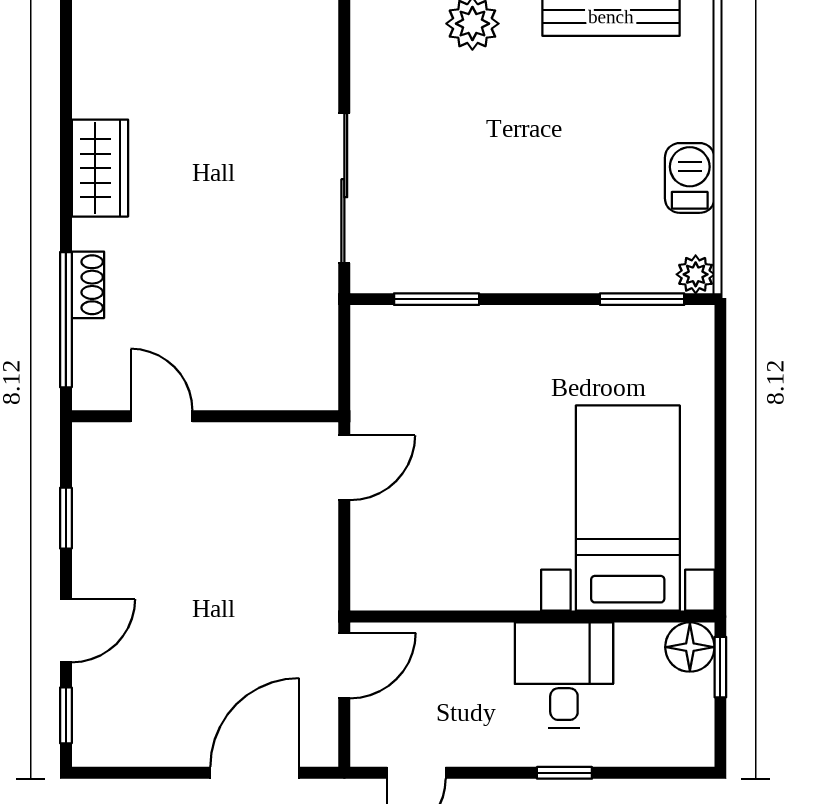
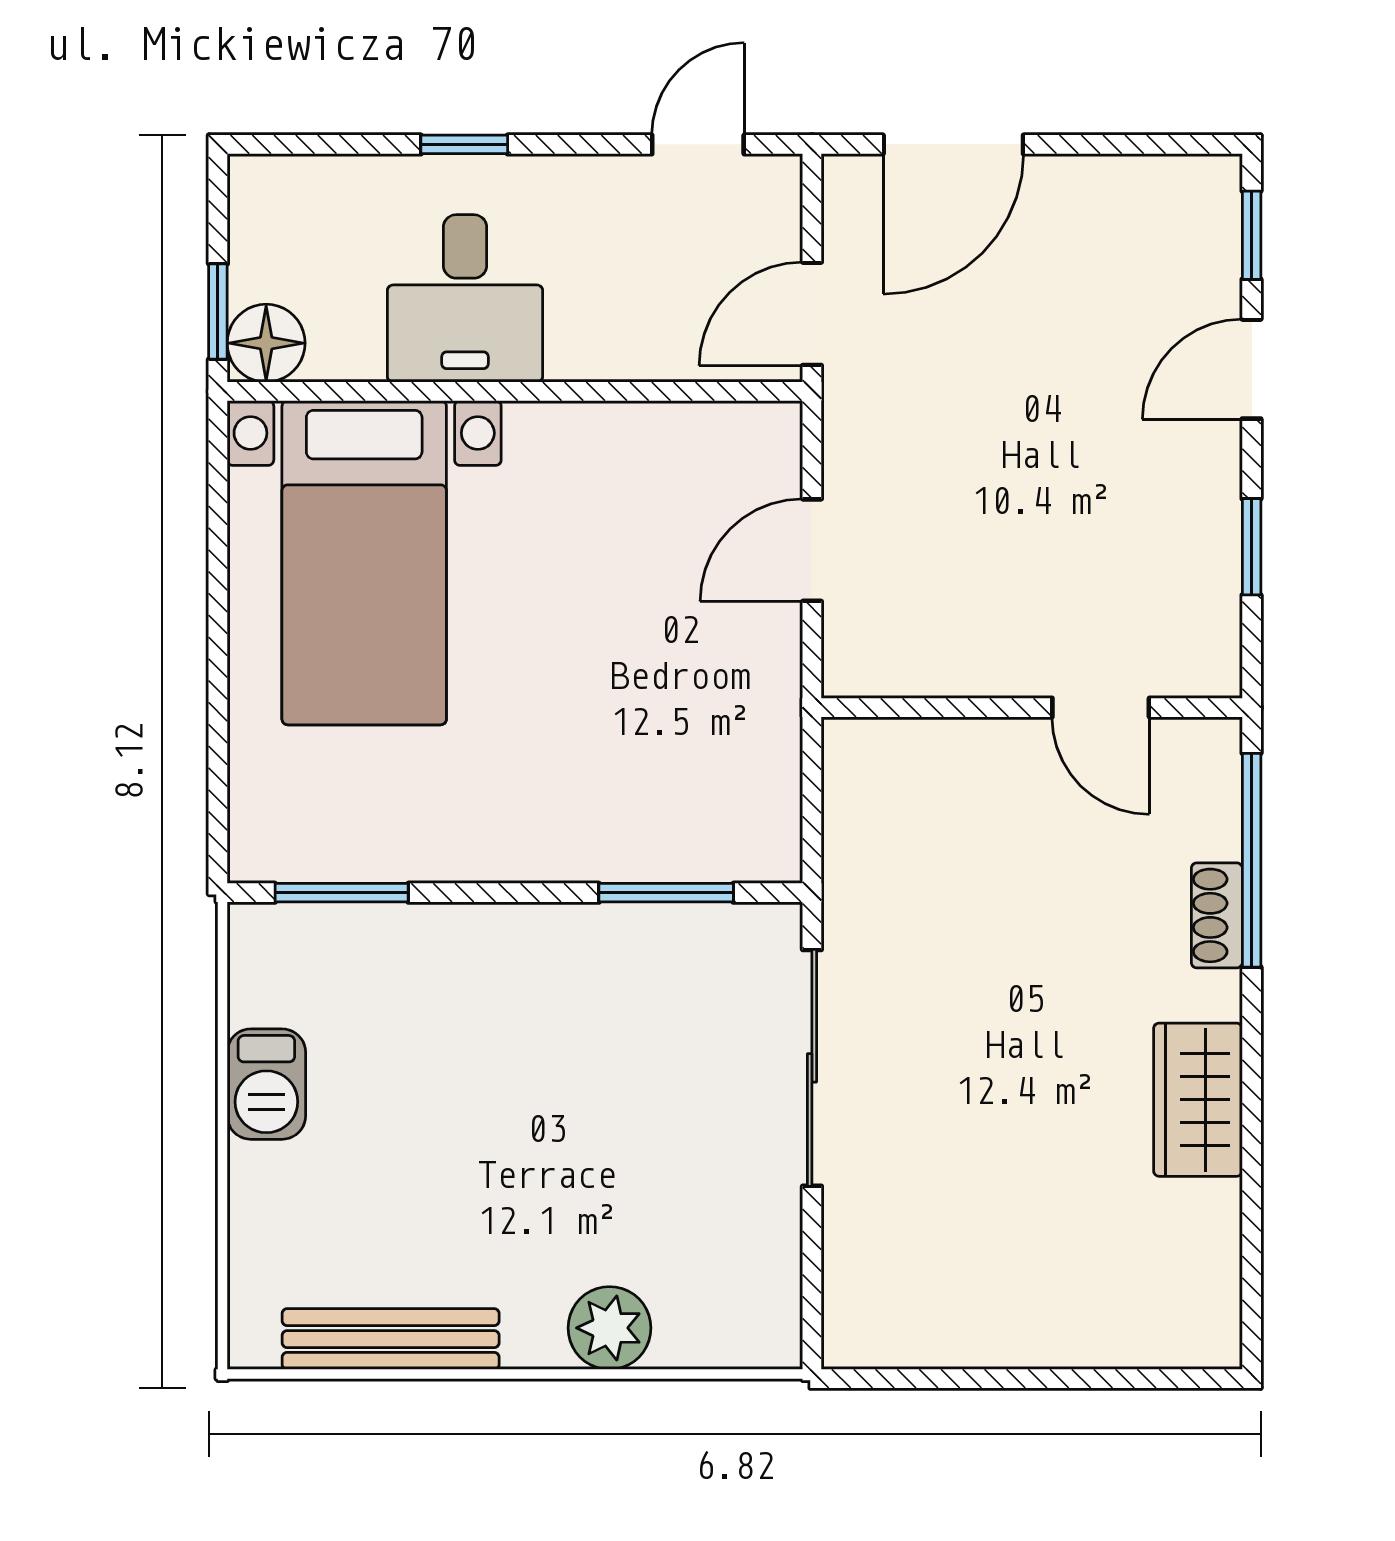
plant: (696, 274) -> (257, 932), removed
door: (344, 468) -> (812, 550), moved

